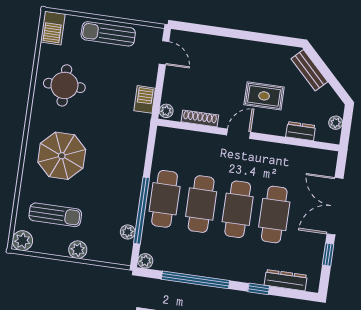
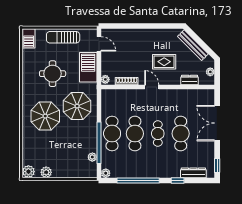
bench: (309, 70) -> (193, 45), width x1.36
round table: (64, 85) -> (53, 74), moved
barbecue: (145, 99) -> (88, 67), width x1.88, depth x1.53
door: (239, 134) -> (152, 87), hinge flipped
parasol: (115, 147) -> (77, 106), added
cafe table: (238, 209) -> (158, 134), width x0.73, depth x0.74
sun lounger: (55, 215) -> (46, 153), removed
plant: (78, 250) -> (46, 172), moved
window: (328, 255) -> (217, 165), moved

